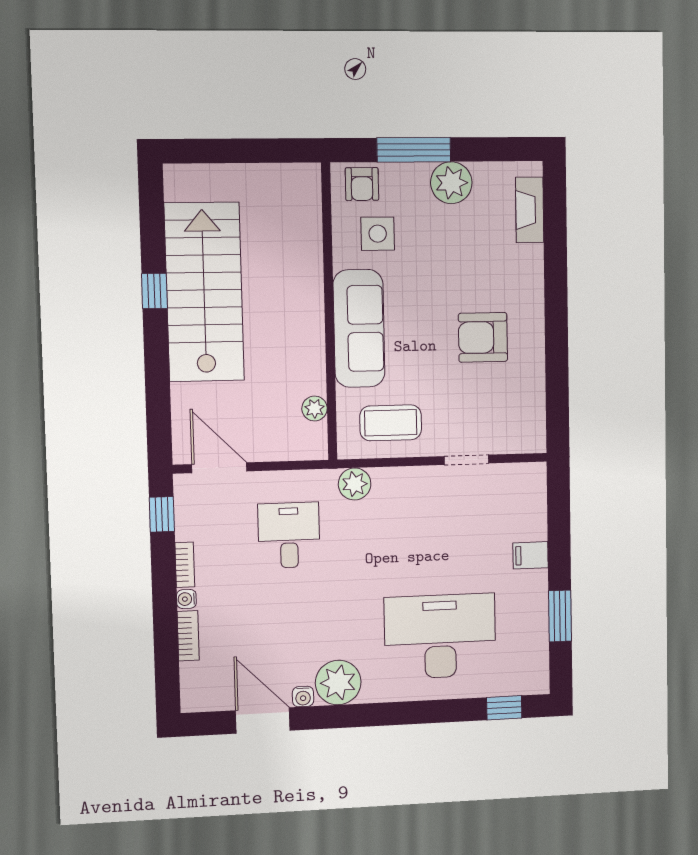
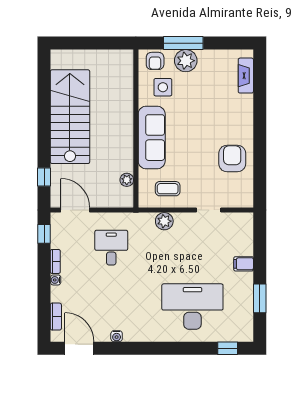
plant: (451, 183) -> (186, 61), moved
window: (154, 291) -> (44, 177), moved
armchair: (483, 337) -> (232, 159), moved, turned 90
coffee table: (391, 423) -> (168, 189), width x0.73, depth x0.77
plant: (355, 484) -> (164, 221), moved
bookcase: (188, 636) -> (56, 317), moved
plant: (338, 683) -> (136, 329), removed
door: (263, 720) -> (79, 348), moved

